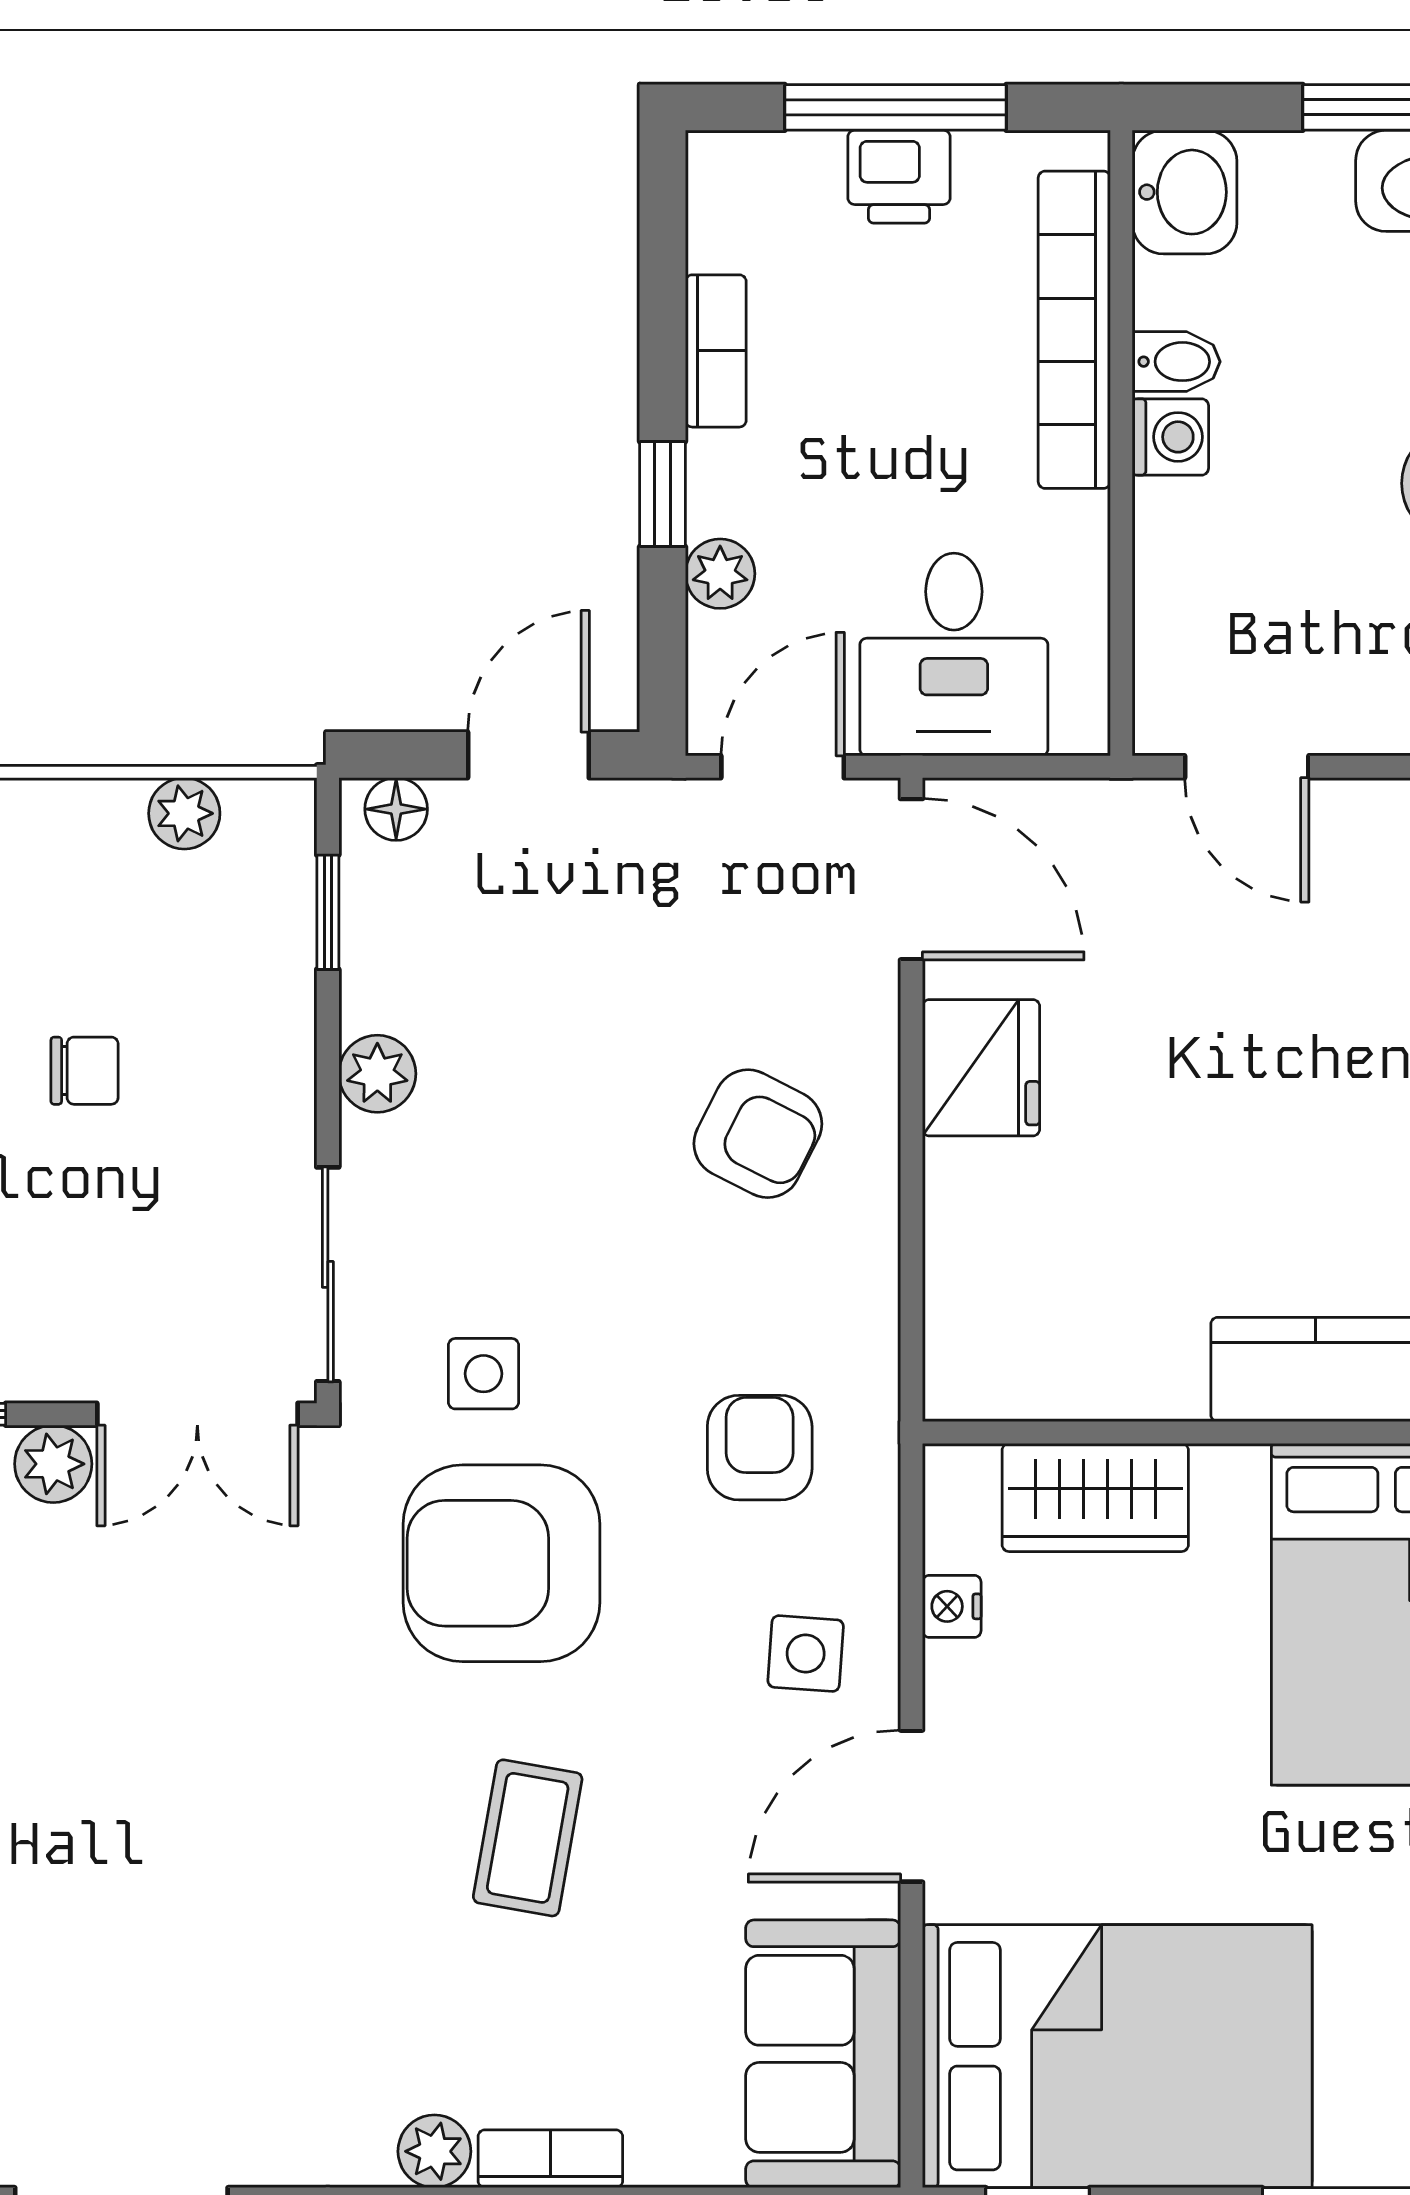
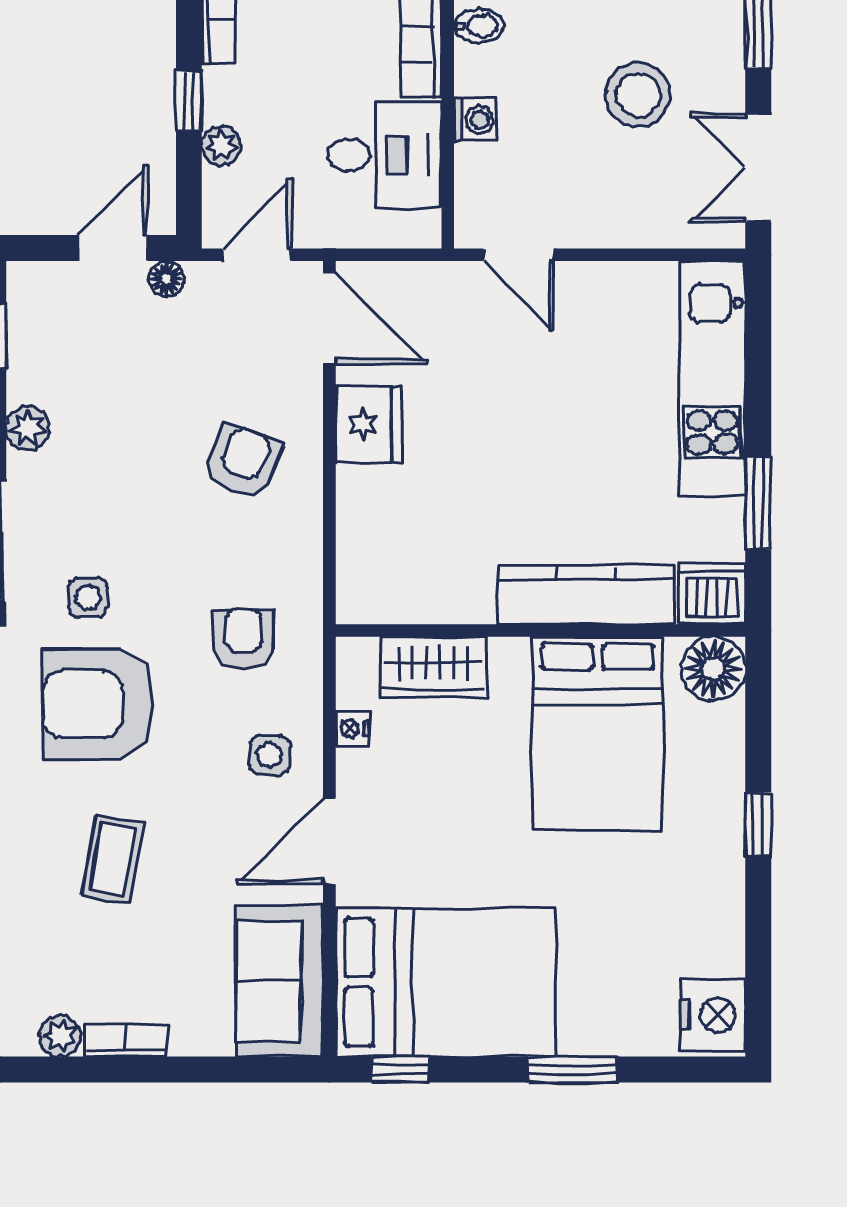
washing machine: (1170, 437) -> (475, 119), moved
desk: (954, 654) -> (384, 155), moved, turned -90
floor lamp: (396, 809) -> (166, 279), moved
armchair: (758, 1134) -> (243, 462), turned -96

